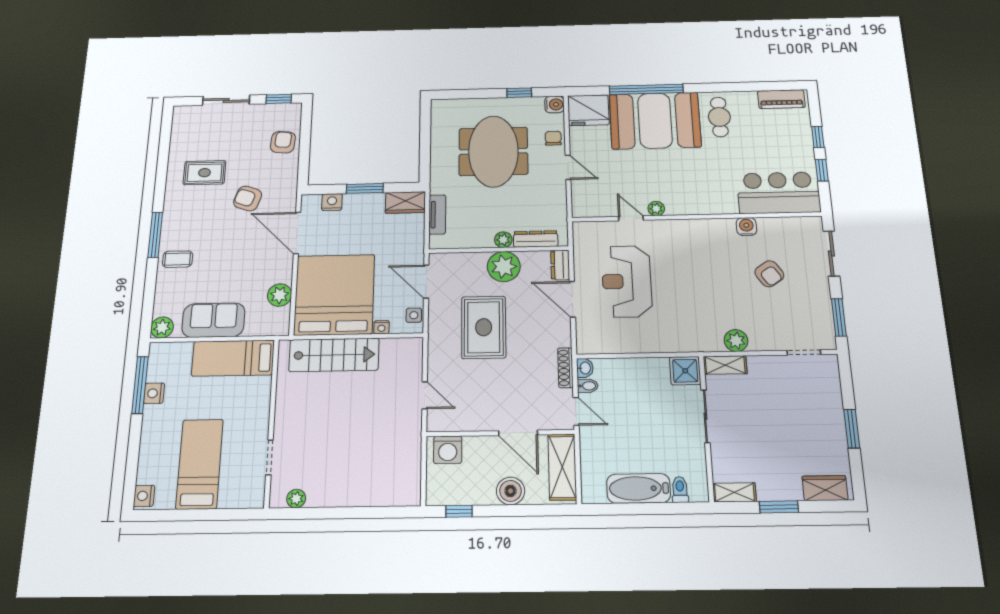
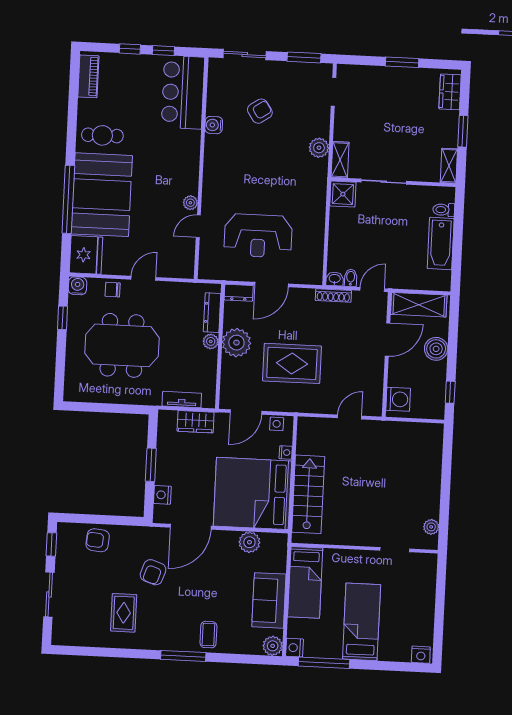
wardrobe: (405, 202) -> (196, 422), moved, turned 90
nightstand: (154, 393) -> (294, 648), moved, turned 90
bed: (200, 464) -> (362, 622), moved, turned 90

